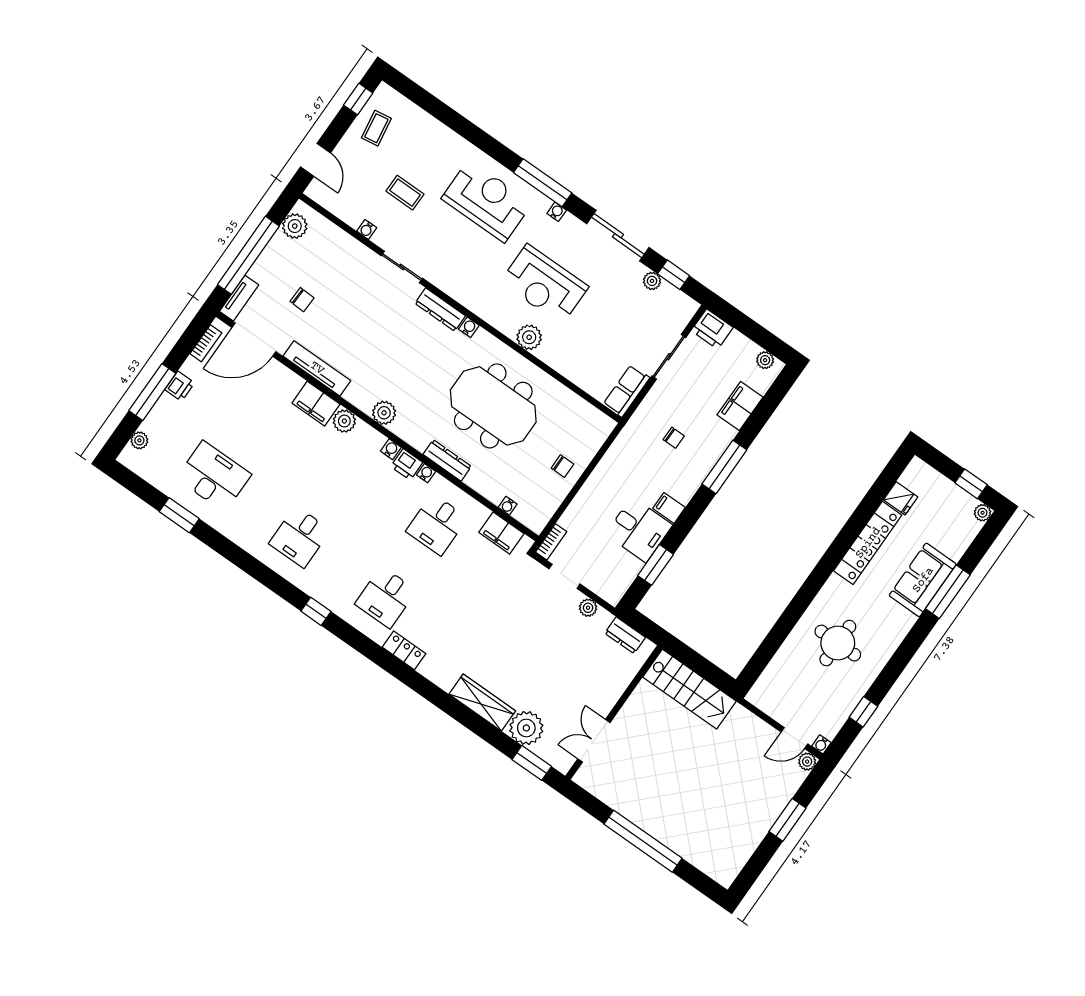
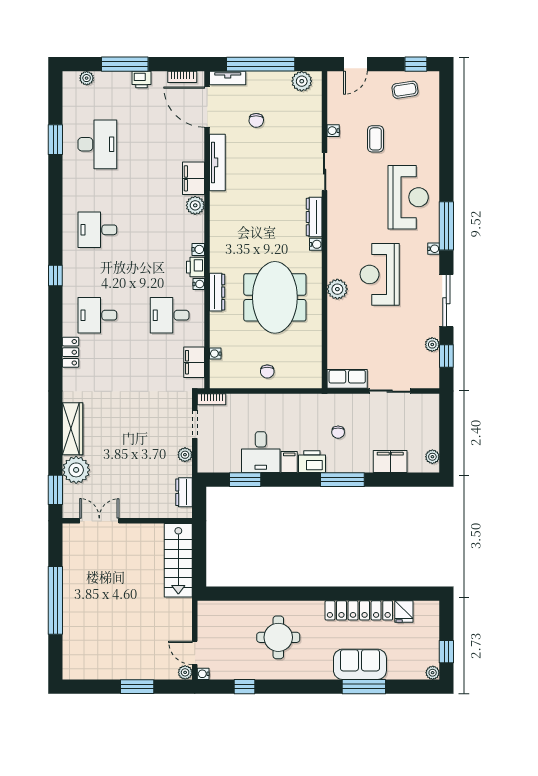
printer: (712, 329) -> (312, 462), moved, turned 90
plant: (384, 413) -> (219, 228), removed

